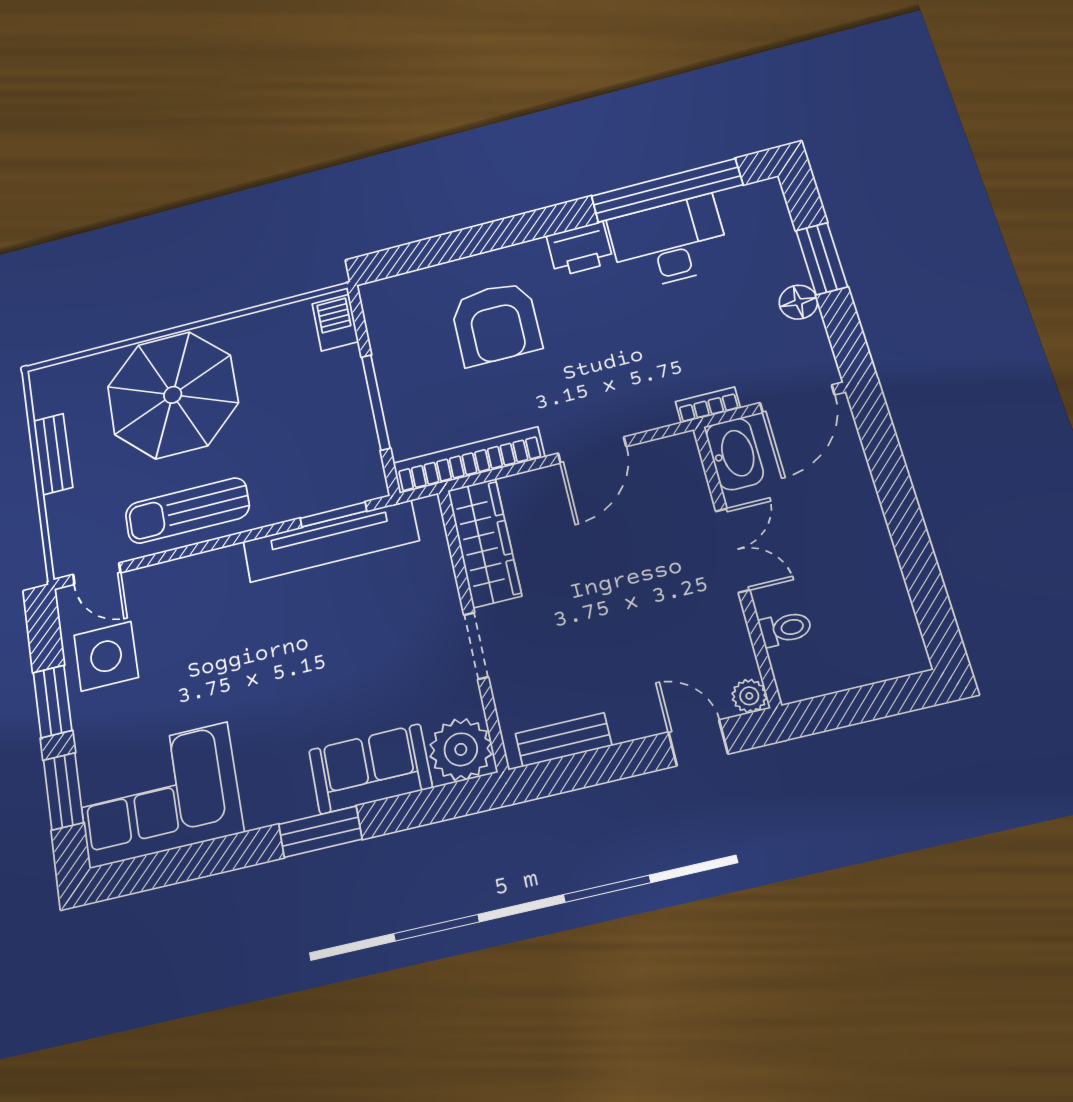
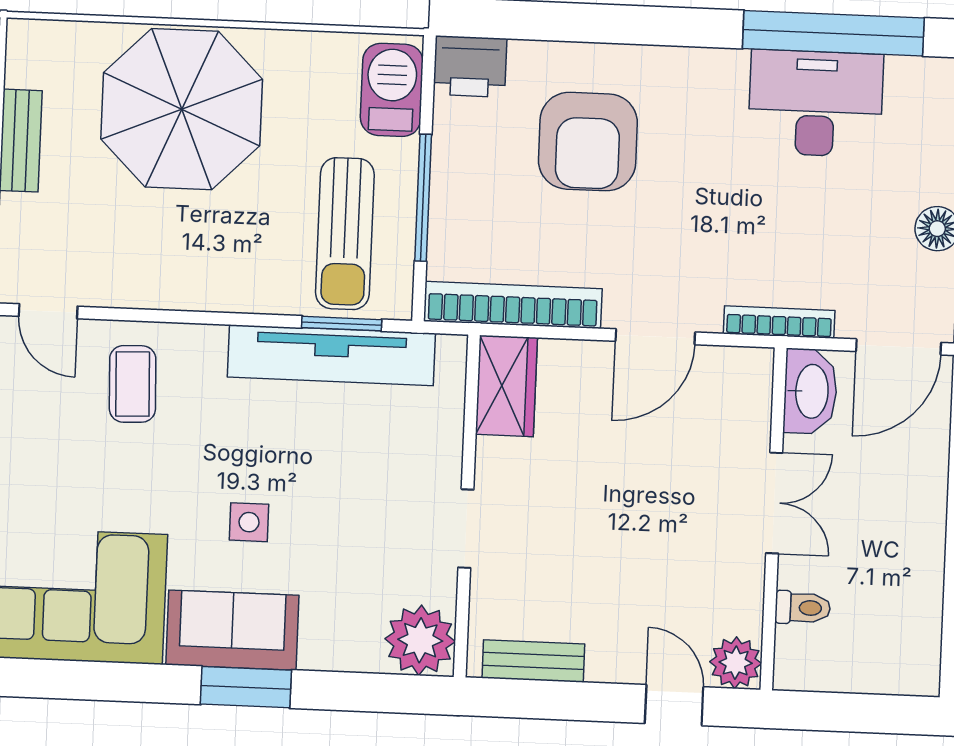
printer: (580, 249) -> (470, 66), moved
barbecue: (335, 323) -> (392, 90), width x1.38, depth x1.27
bookcase: (708, 405) -> (779, 322), width x1.56
sun lounger: (187, 511) -> (345, 234), moved, turned -90
wardrobe: (484, 543) -> (506, 386), width x0.67
coffee table: (175, 610) -> (133, 384), added
side table: (106, 656) -> (249, 522), moved, width x0.54, depth x0.54
plant: (749, 696) -> (736, 663), width x1.38, depth x1.38
sofa: (370, 769) -> (232, 630), moved

